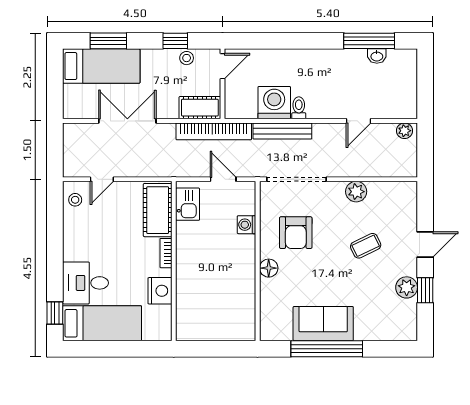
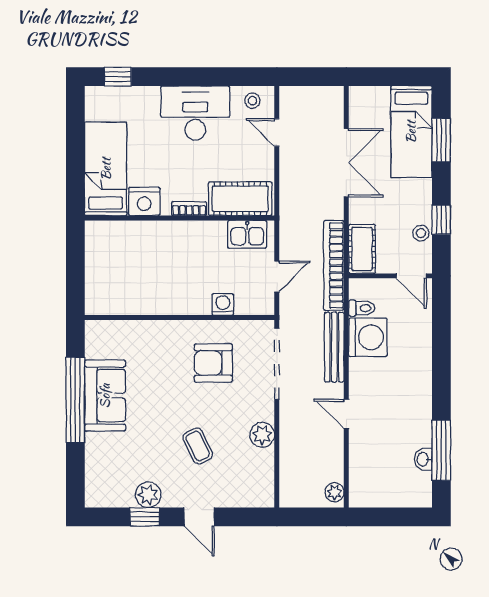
toilet: (299, 108) -> (362, 308), moved
door: (359, 121) -> (346, 414), moved
floor lamp: (269, 268) -> (171, 331), removed
desk: (85, 283) -> (195, 113), moved, width x1.37
bed: (102, 323) -> (106, 169), moved, turned 180

